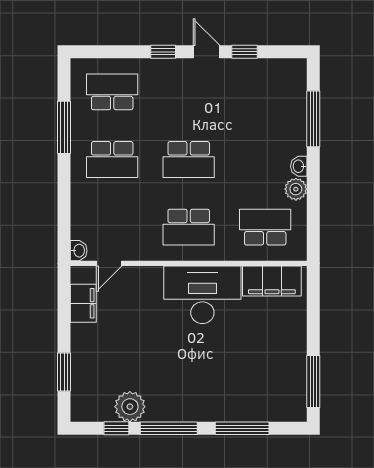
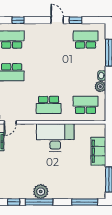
window: (163, 52) -> (18, 20), moved
school desk: (189, 159) -> (86, 40), moved, turned 180
filing cabinet: (272, 281) -> (98, 151), moved, turned 90
plant: (130, 407) -> (41, 192), moved
window: (242, 428) -> (85, 202), moved

